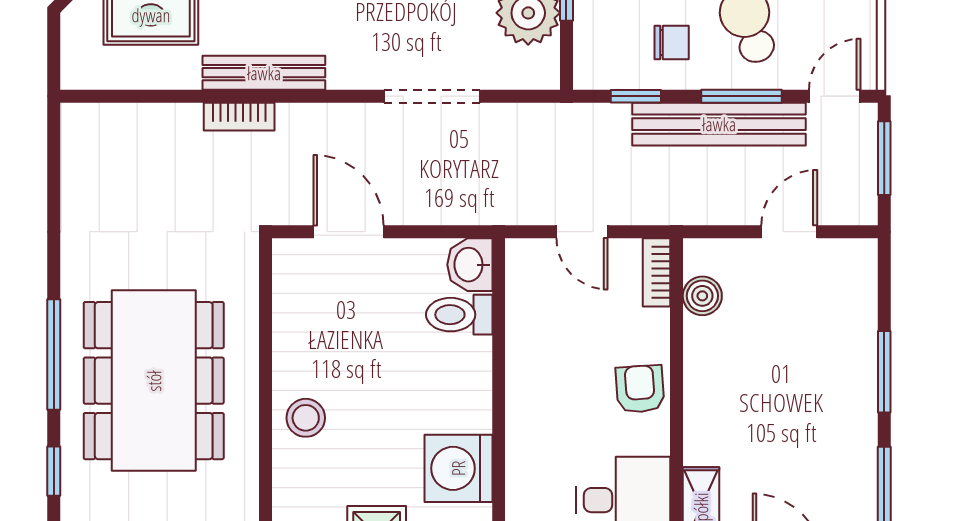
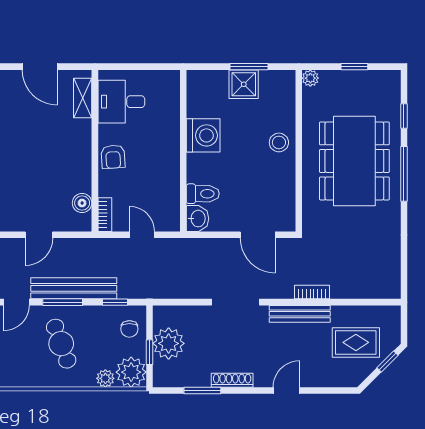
chair: (672, 42) -> (129, 329), moved, turned -90
doorway: (432, 96) -> (236, 302), moved
washing machine: (458, 468) -> (203, 135), moved

